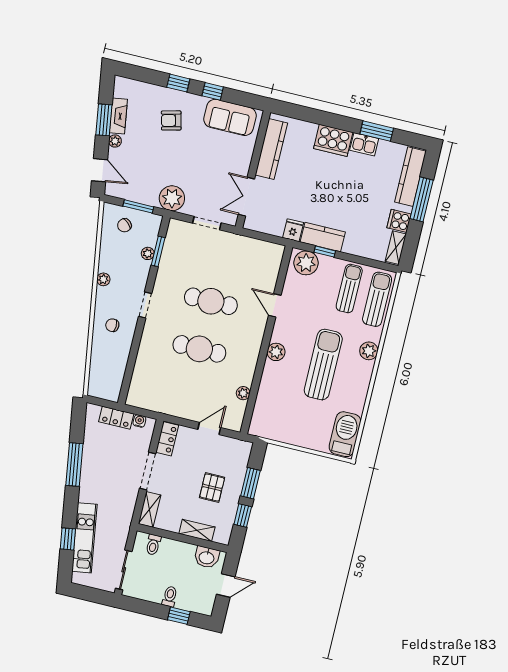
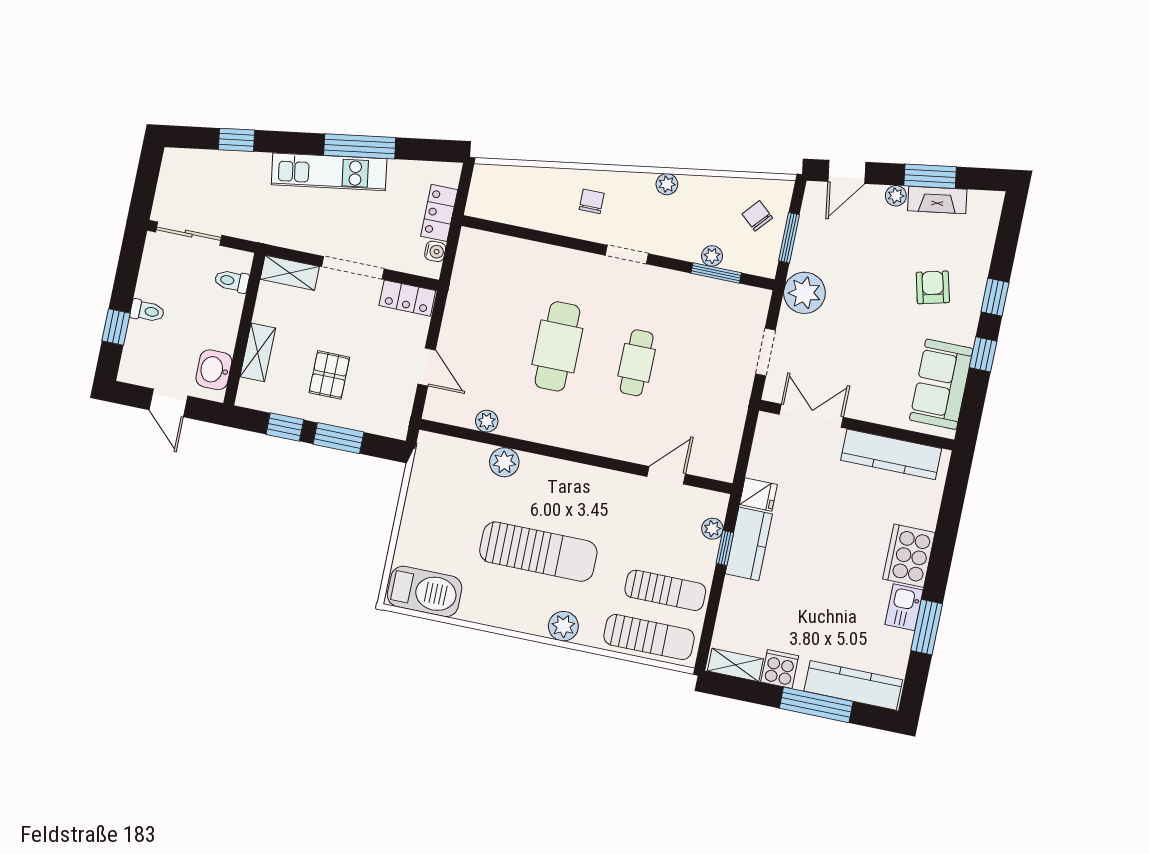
plant: (306, 263) -> (712, 529), width x0.53, depth x0.53
cafe table: (211, 301) -> (637, 363), width x0.73, depth x0.74
door: (275, 305) -> (666, 475), moved
plant: (276, 352) -> (504, 462), moved
pallet: (212, 488) -> (329, 375), turned 90
kitchen unit: (84, 538) -> (329, 172), moved

